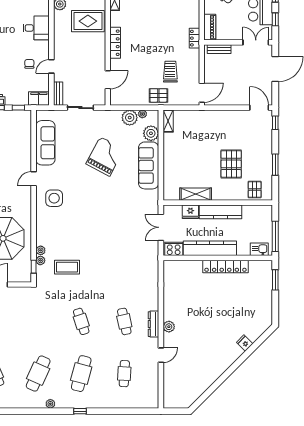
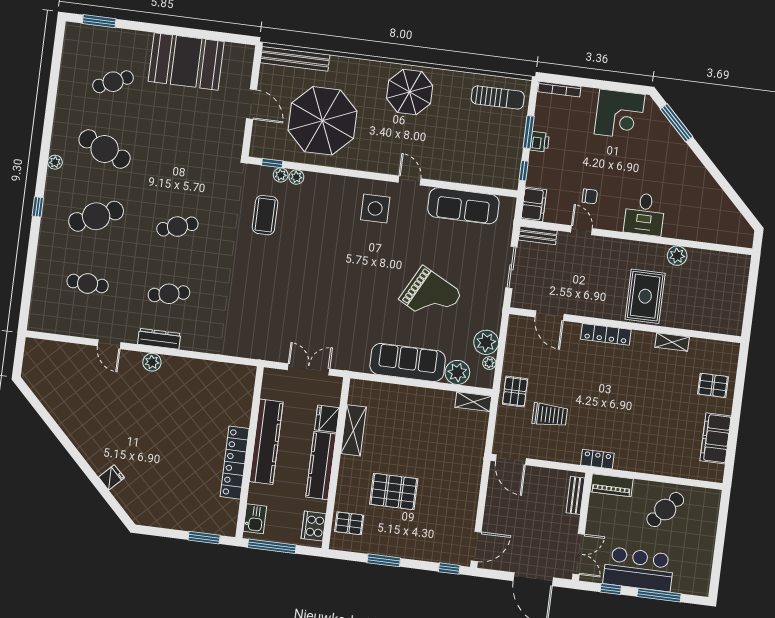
cooker: (174, 249) -> (314, 526), moved, turned 180
cafe table: (81, 374) -> (96, 216), turned -39

